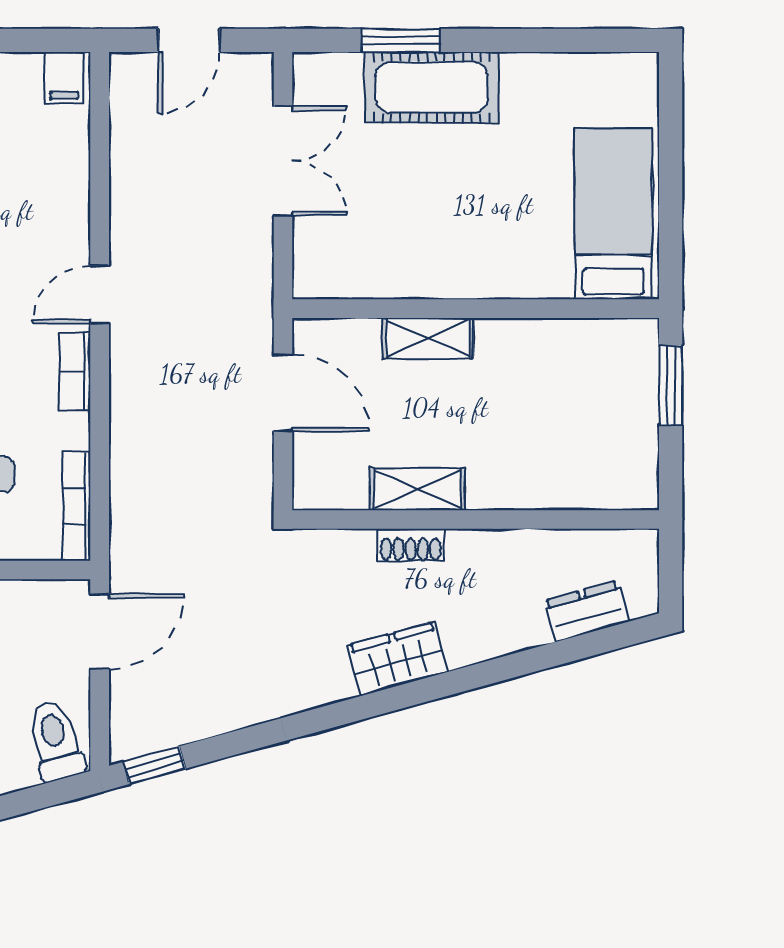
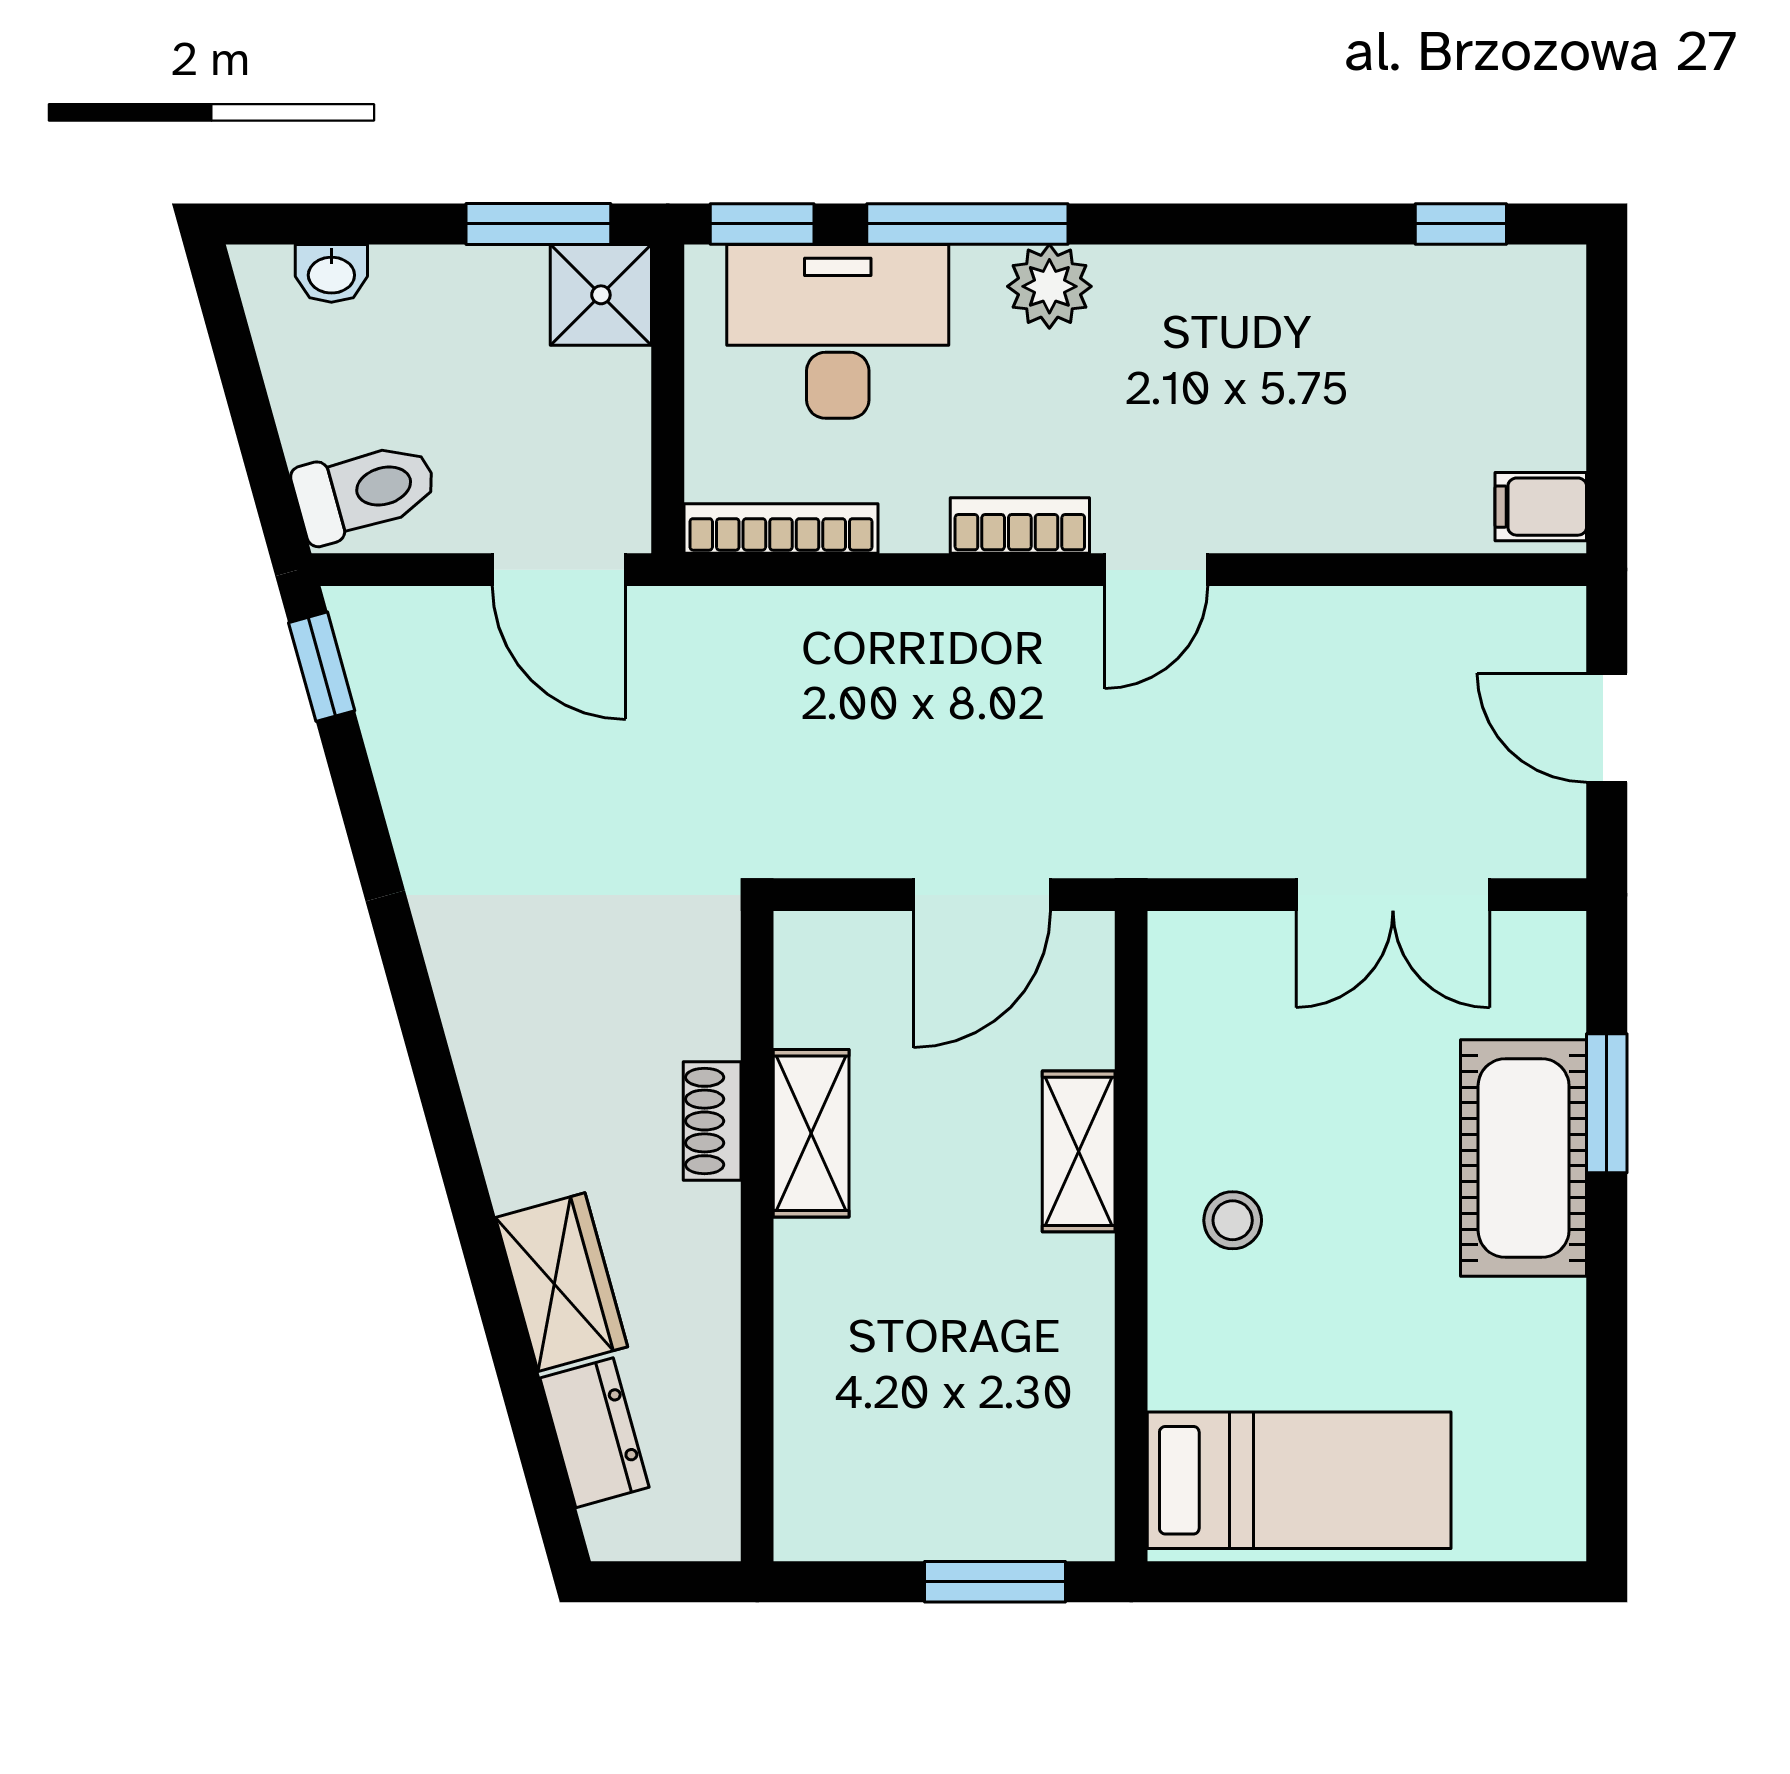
stool: (467, 251) -> (1233, 1220), added
door: (100, 294) -> (1156, 570), swing flipped
wardrobe: (398, 659) -> (562, 1282), moved

